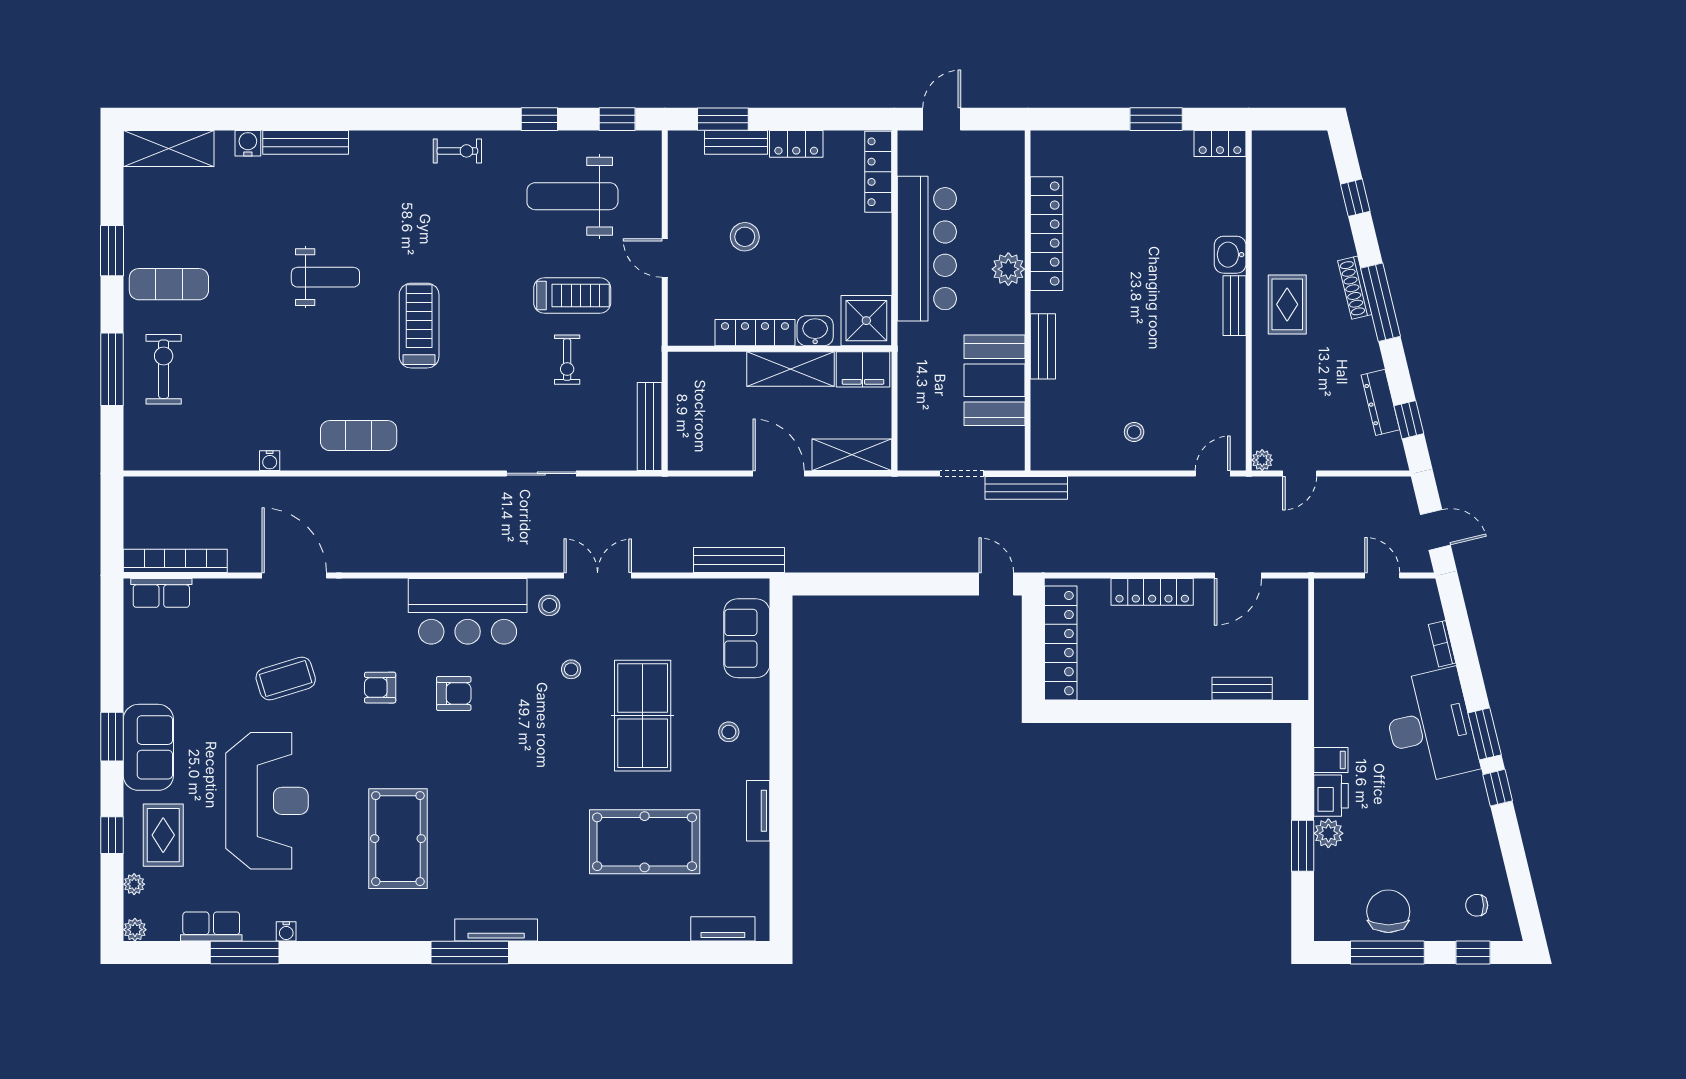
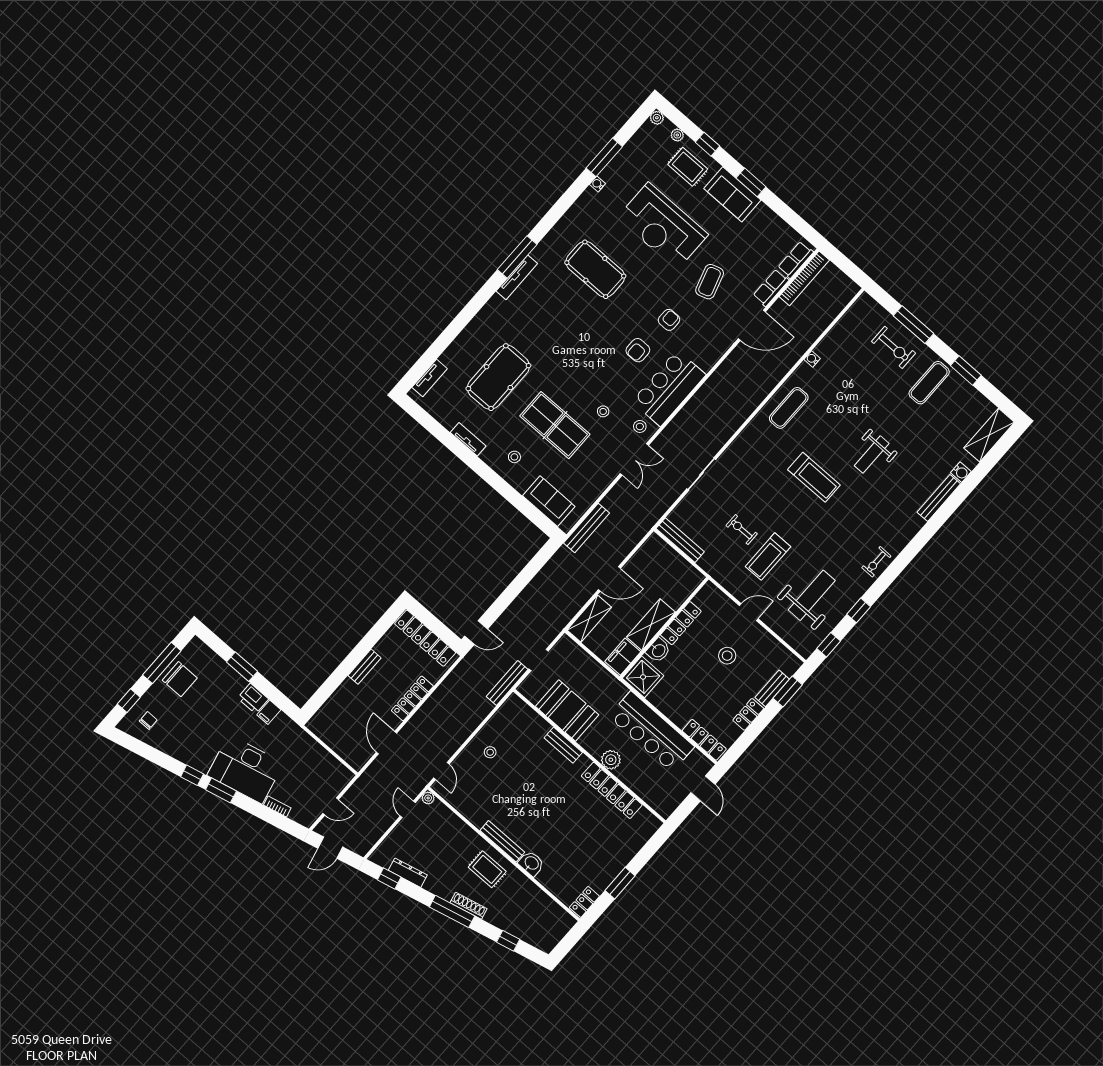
bench: (1234, 306) -> (502, 841), width x1.36
bench: (1242, 689) -> (365, 667), moved
plant: (1328, 833) -> (237, 683), removed
row of seats: (211, 926) -> (771, 288), moved, turned 180

